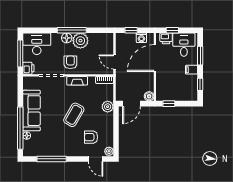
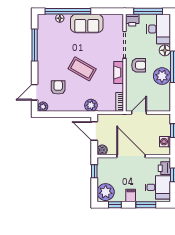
floor lamp: (67, 38) -> (165, 50), moved
door: (155, 58) -> (131, 156), moved
plant: (188, 93) -> (106, 192), added
sofa: (32, 111) -> (87, 23), width x0.73

